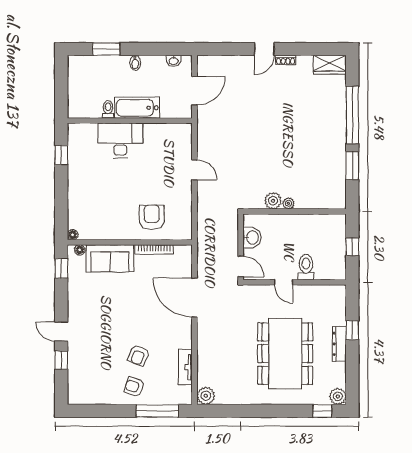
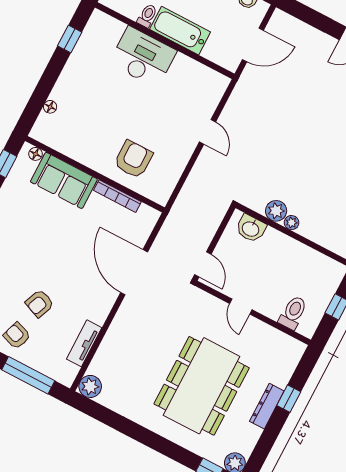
floor lamp: (73, 235) -> (50, 107), moved
washbasin: (252, 237) -> (251, 229), moved, turned 90
toilet: (306, 267) -> (293, 313), moved

